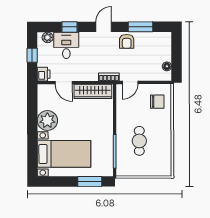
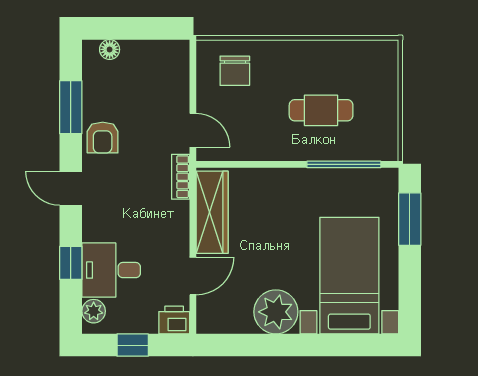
armchair: (127, 41) -> (103, 138), turned 90
floor lamp: (167, 66) -> (110, 49), moved
chair: (157, 102) -> (235, 71), turned 180

